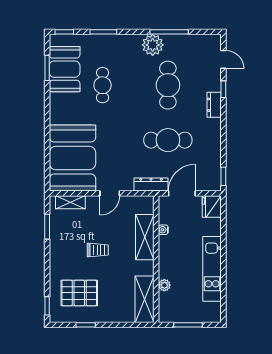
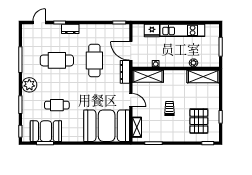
plant: (153, 45) -> (29, 85), moved
fridge: (212, 207) -> (152, 30), moved
shelving: (145, 237) -> (148, 76), moved

